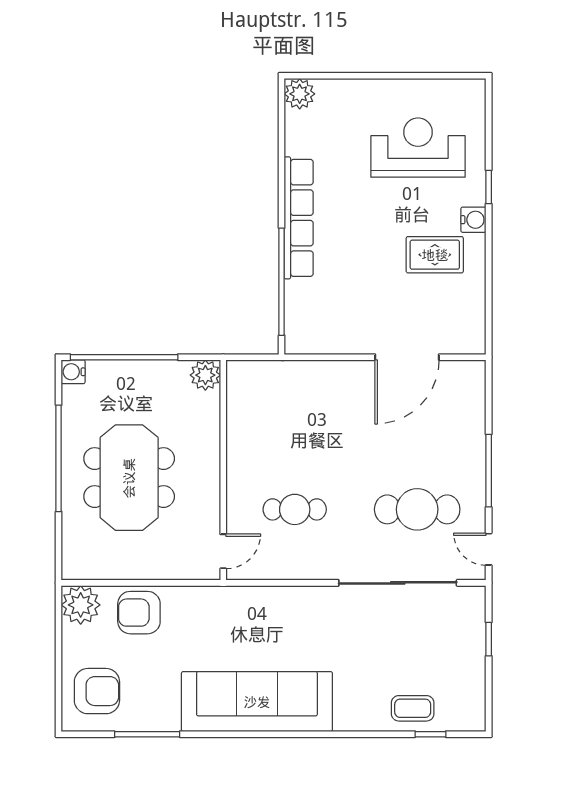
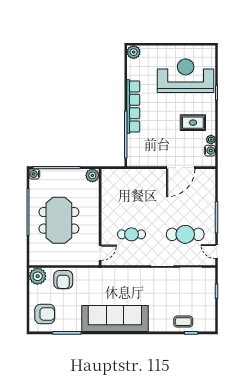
reception desk: (418, 148) -> (186, 76), width x1.36, depth x1.30
water cooler: (473, 220) -> (210, 151), moved
plant: (476, 293) -> (211, 140), added
armchair: (139, 613) -> (63, 280), turned -90

